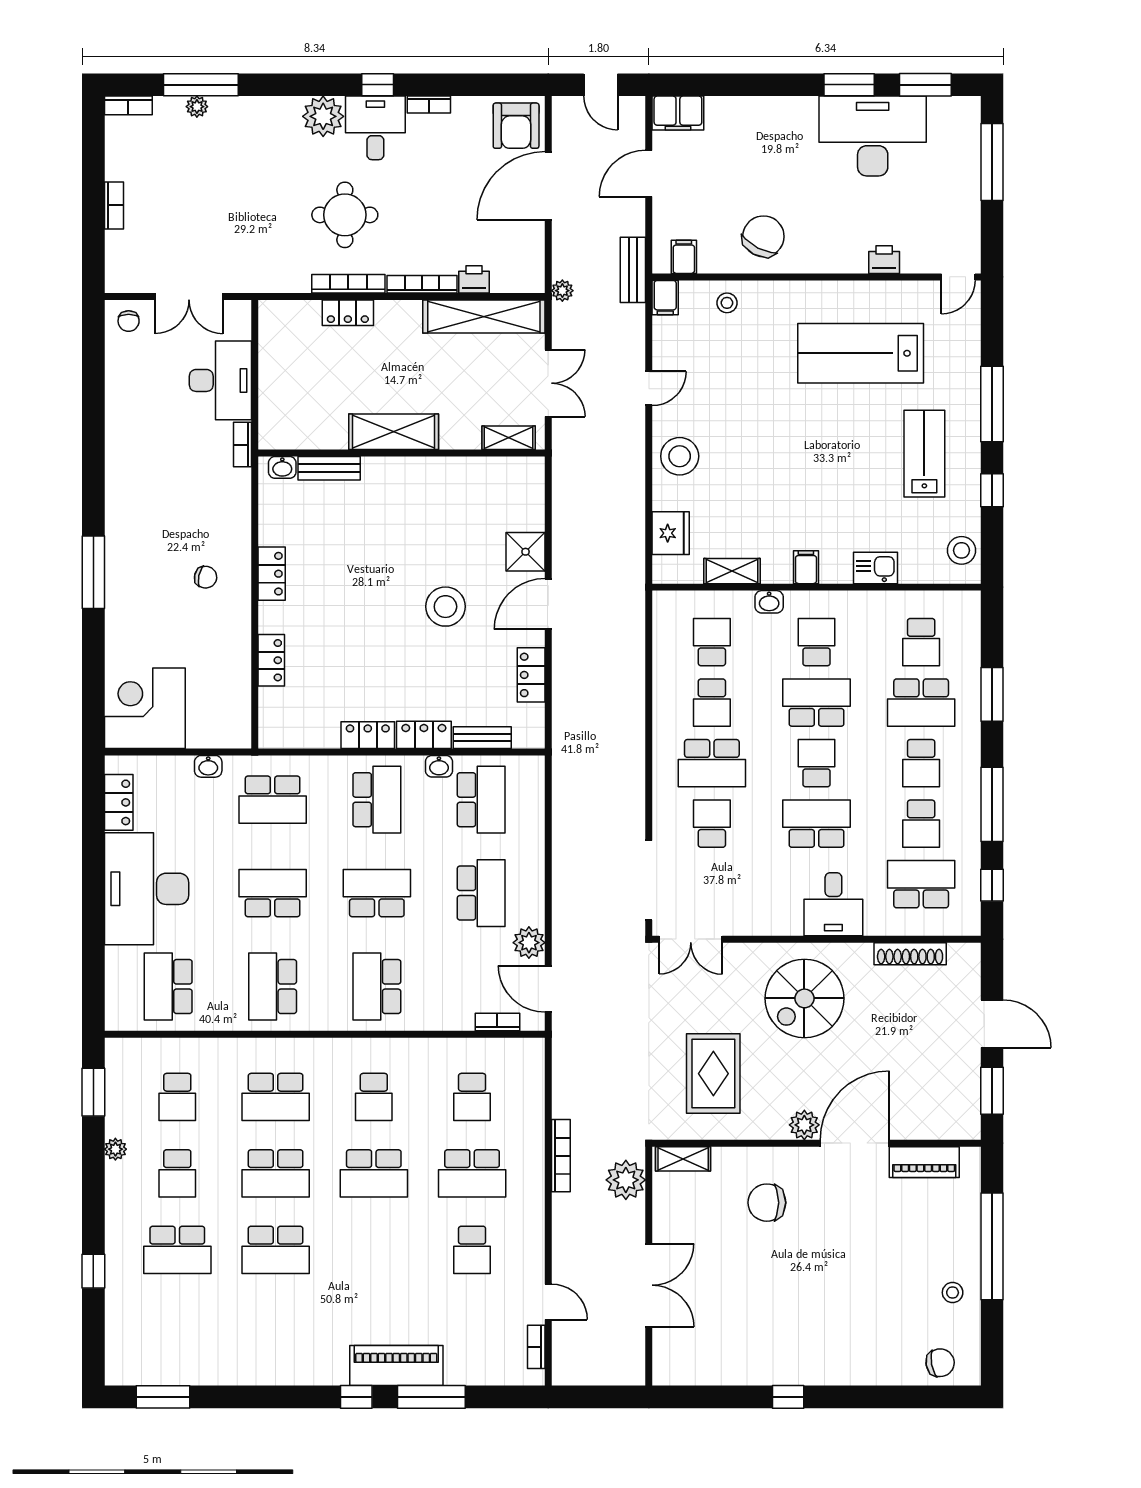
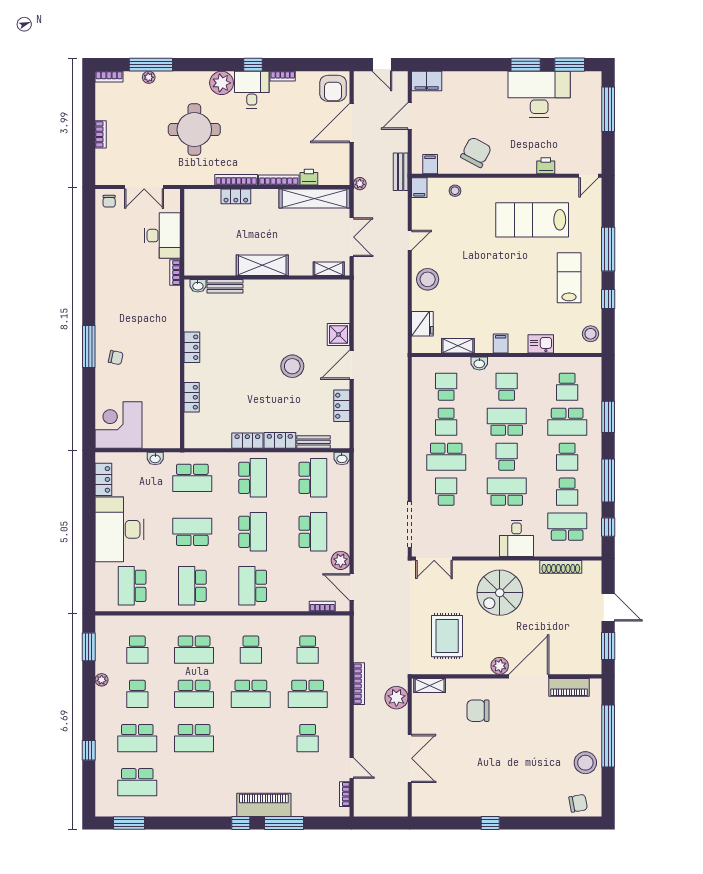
round table: (345, 215) -> (194, 130), moved, width x1.36, depth x1.36
chair: (206, 577) -> (116, 358), moved
washbasin: (439, 766) -> (342, 459), moved
school desk: (377, 893) -> (253, 532), turned 90
stool: (953, 1293) -> (585, 763), width x1.89, depth x1.89
school desk: (177, 1326) -> (137, 782), added

